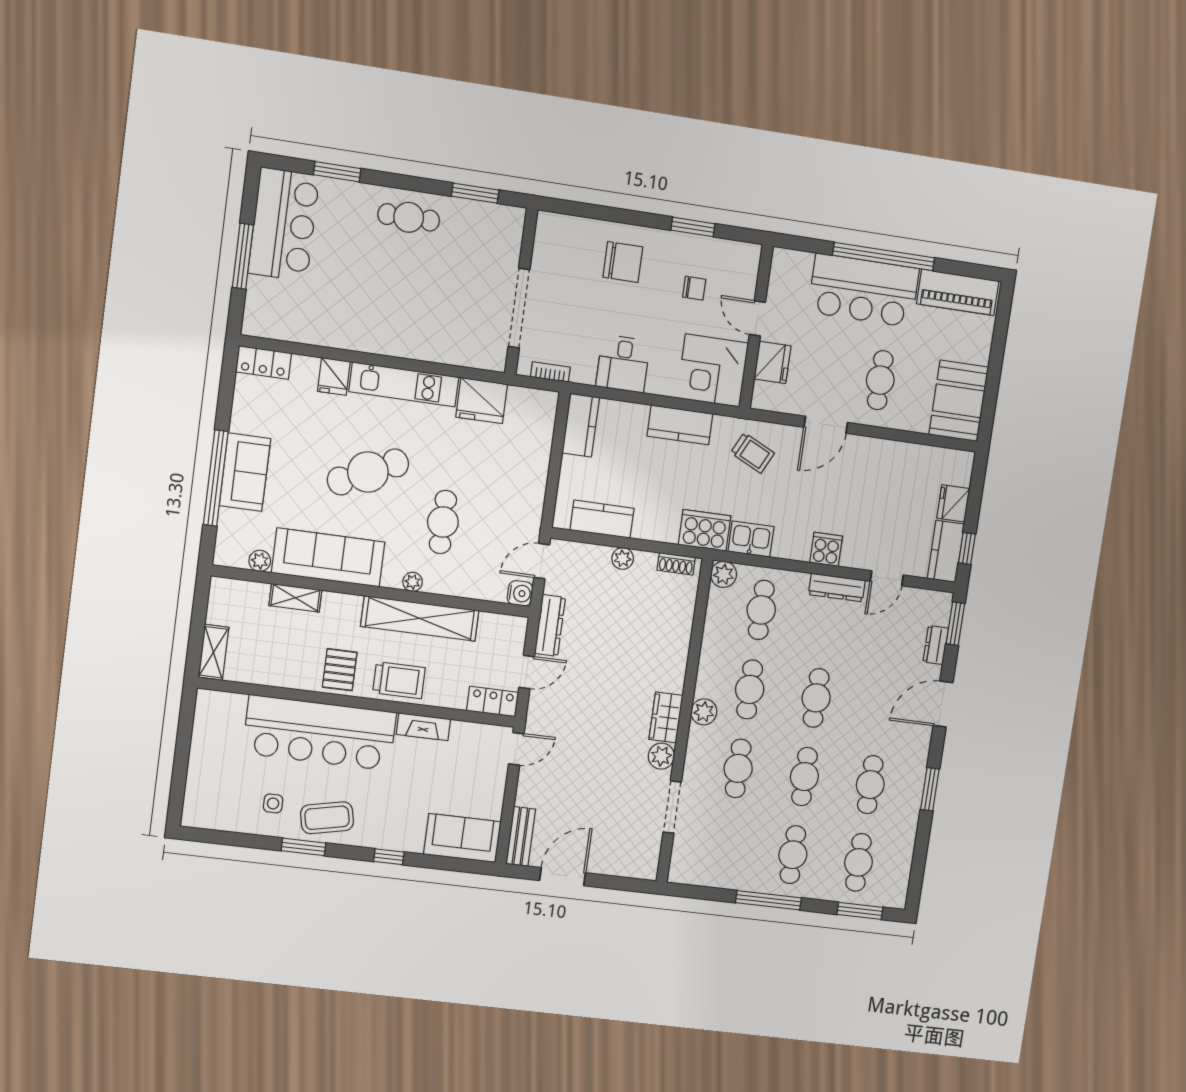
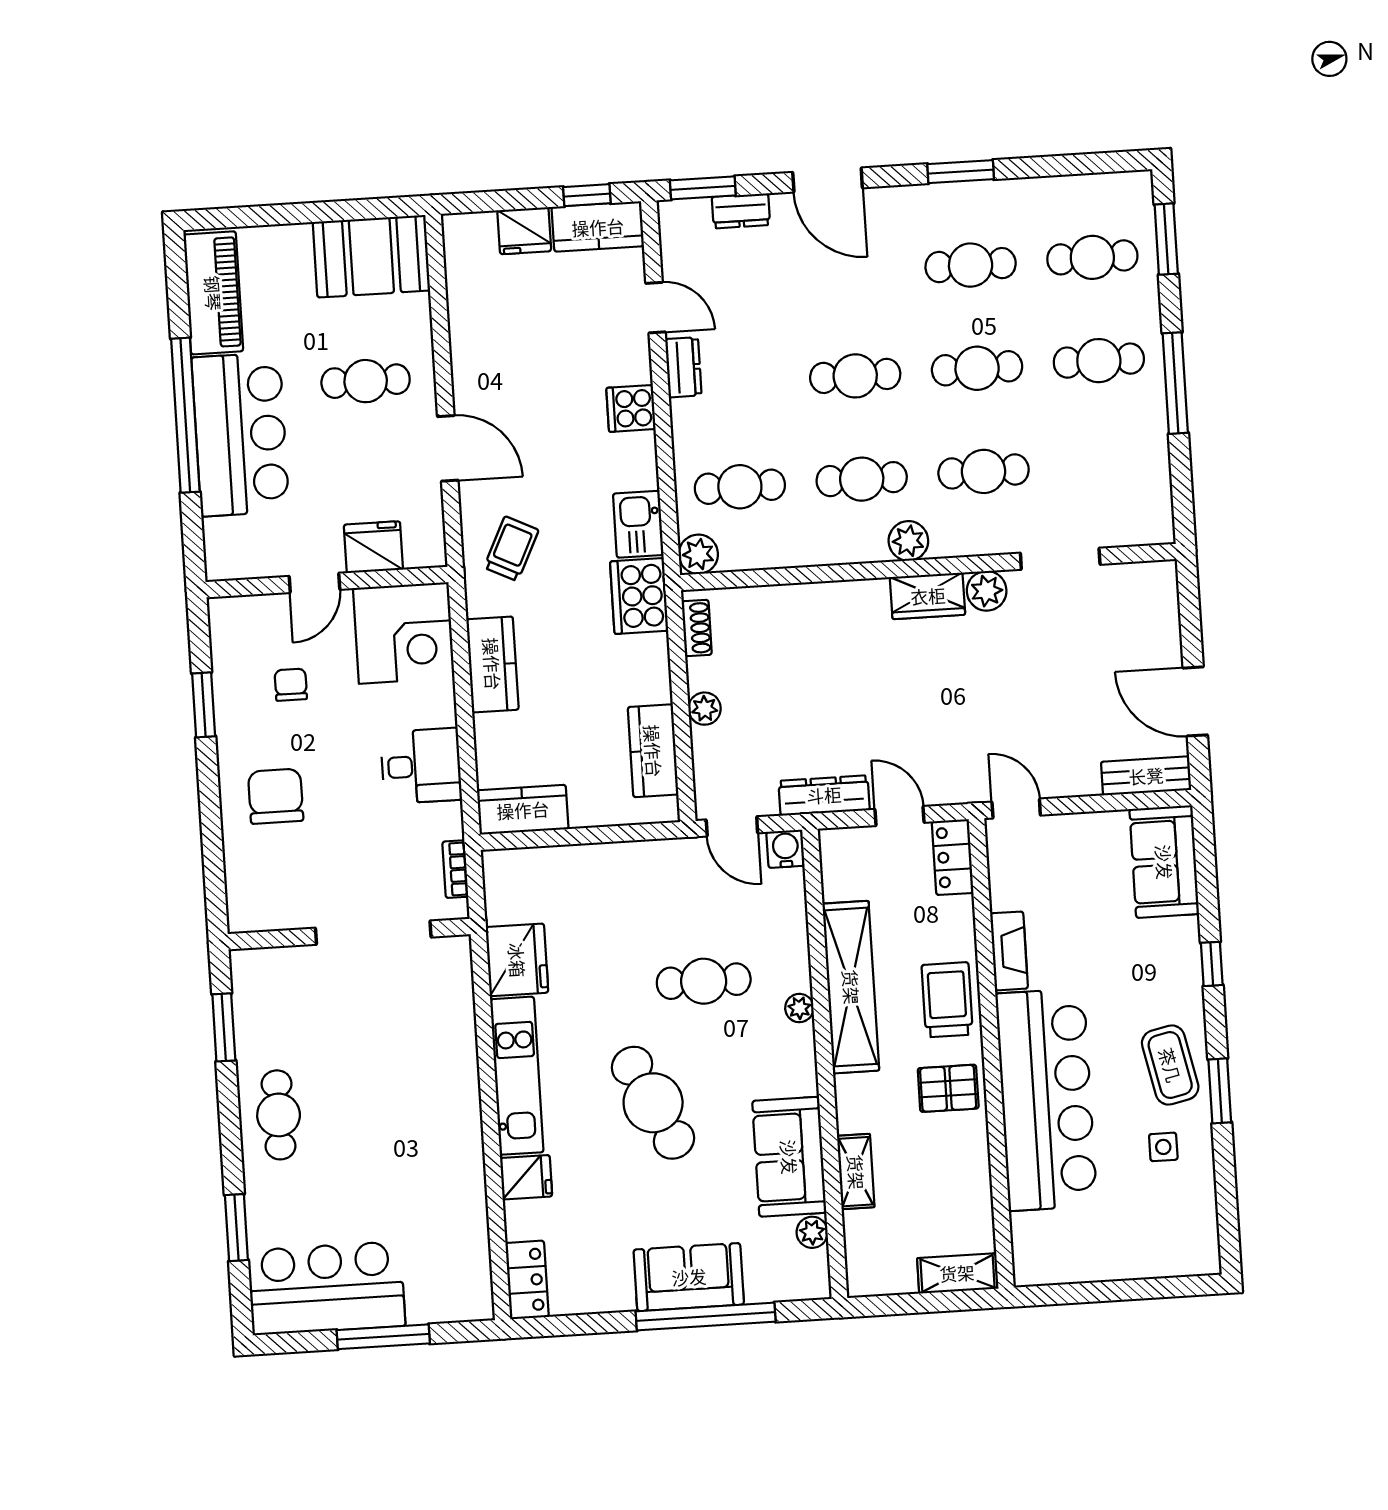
sofa: (328, 557) -> (789, 1157), width x0.73
dresser: (837, 587) -> (683, 367), width x0.70

